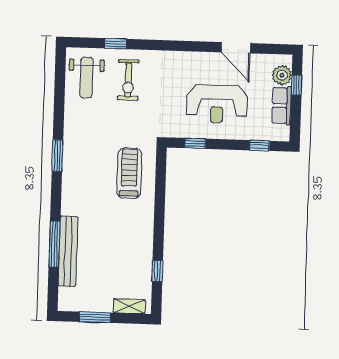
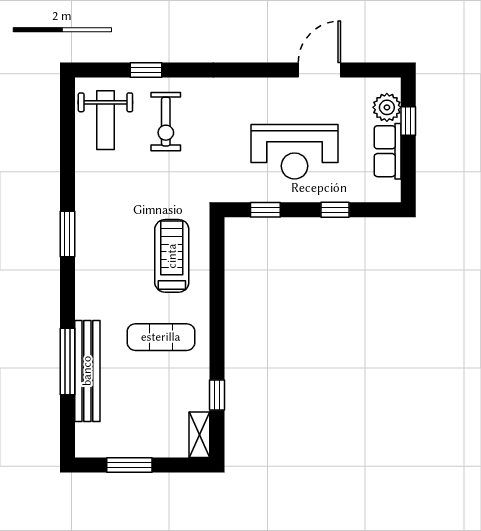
door: (236, 48) -> (319, 70), swing flipped
window: (259, 146) -> (335, 210), moved
exercise mat: (120, 229) -> (161, 337), added
shelving: (129, 306) -> (199, 435), moved, turned 90

